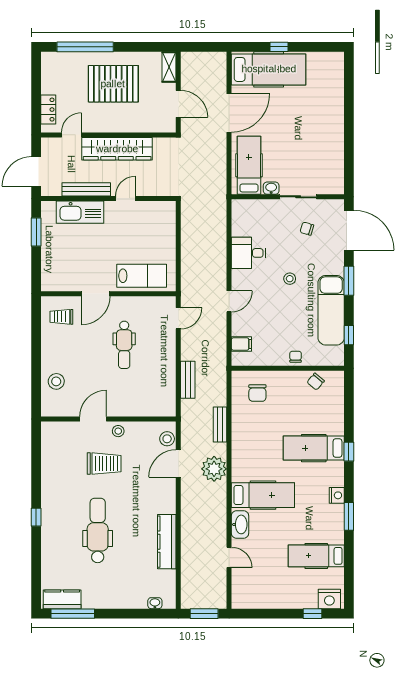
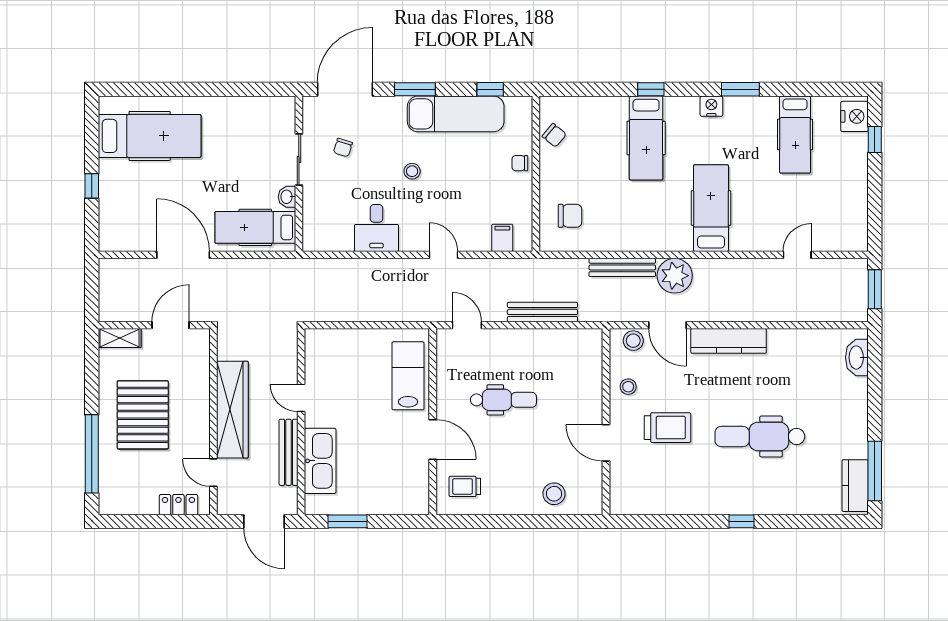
hospital bed: (269, 69) -> (150, 136), moved, turned 90
trolley: (61, 317) -> (465, 486), turned 90
bench: (188, 380) -> (542, 312), width x1.36
bench: (220, 424) -> (622, 267), width x1.36
stool: (118, 431) -> (628, 387), moved
trolley: (104, 464) -> (667, 428), turned 90
washbasin: (240, 524) -> (752, 240), removed
kitchen counter: (167, 542) -> (729, 341), moved
washbasin: (155, 603) -> (857, 357), width x1.91, depth x1.45

